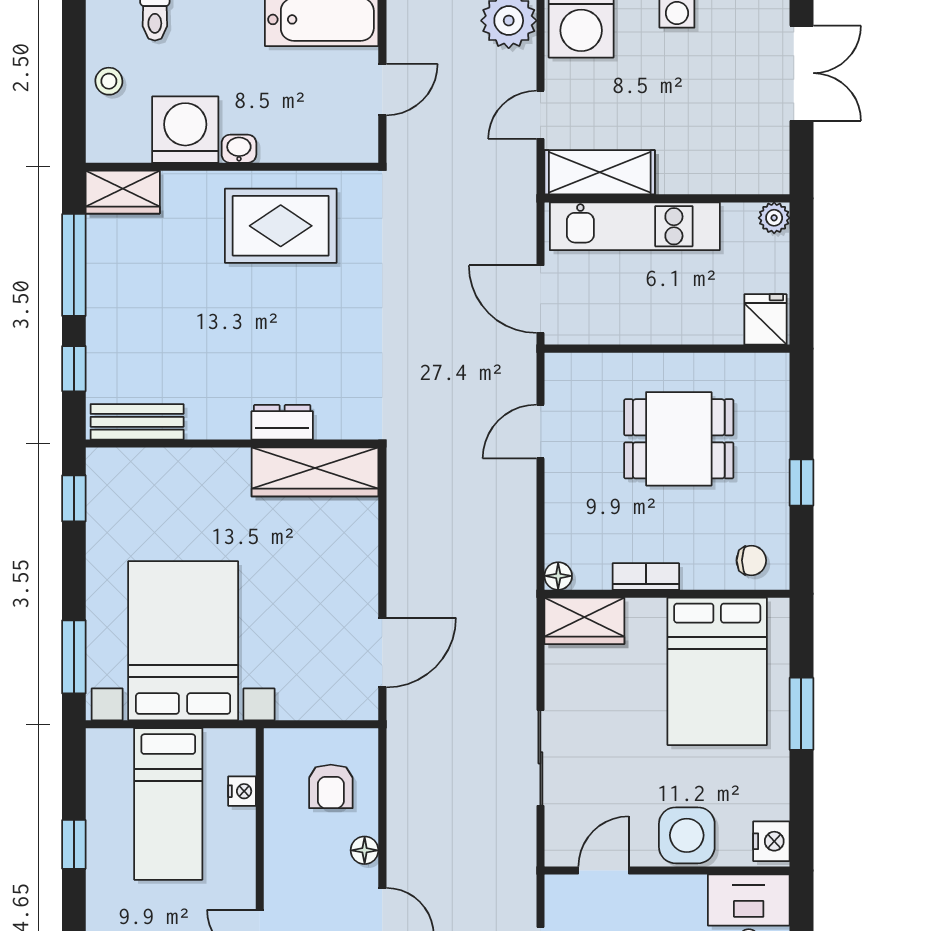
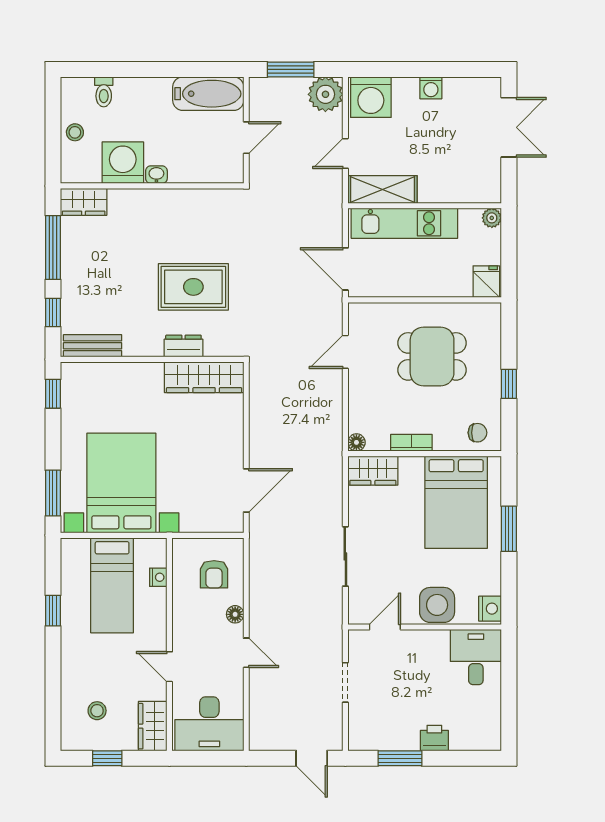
rug: (281, 226) -> (193, 287), moved

